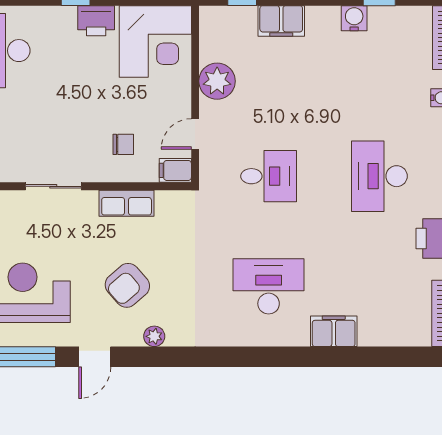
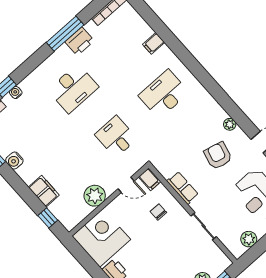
armchair: (127, 285) -> (218, 156), turned -125
desk: (269, 286) -> (164, 94), turned 90
filing cabinet: (334, 331) -> (154, 43), width x0.50

